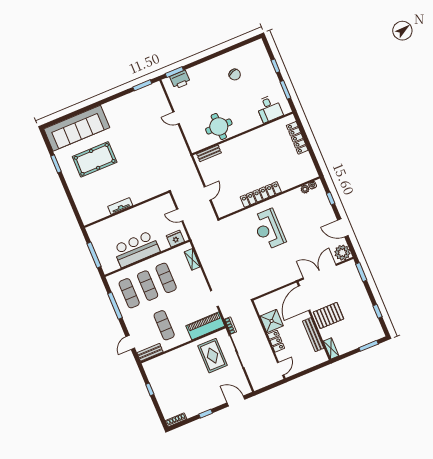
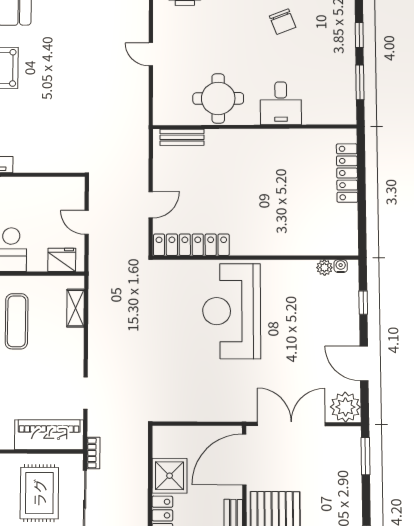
desk: (269, 109) -> (281, 103), moved
locker: (261, 194) -> (191, 245), moved
reception desk: (269, 229) -> (232, 311), width x1.36, depth x1.30

